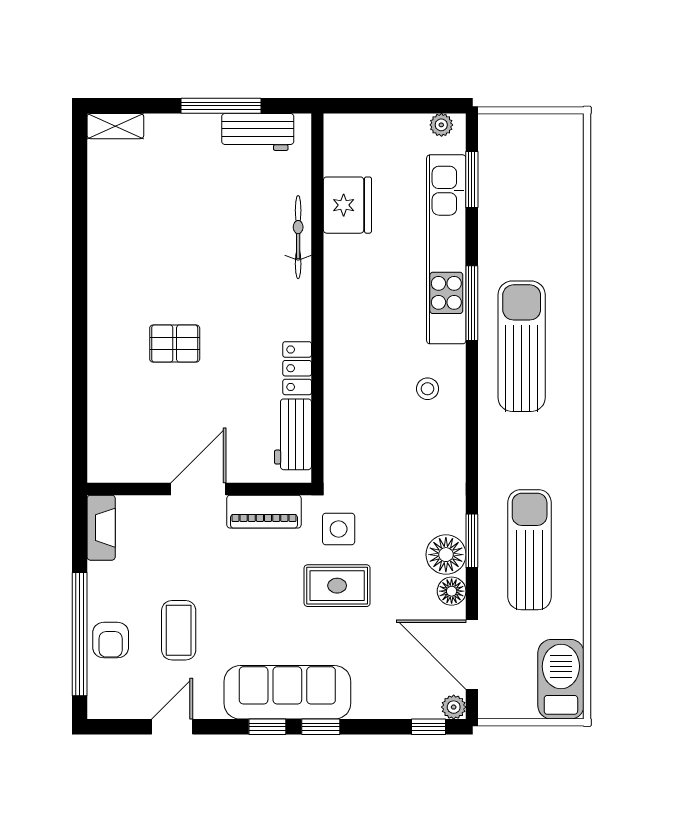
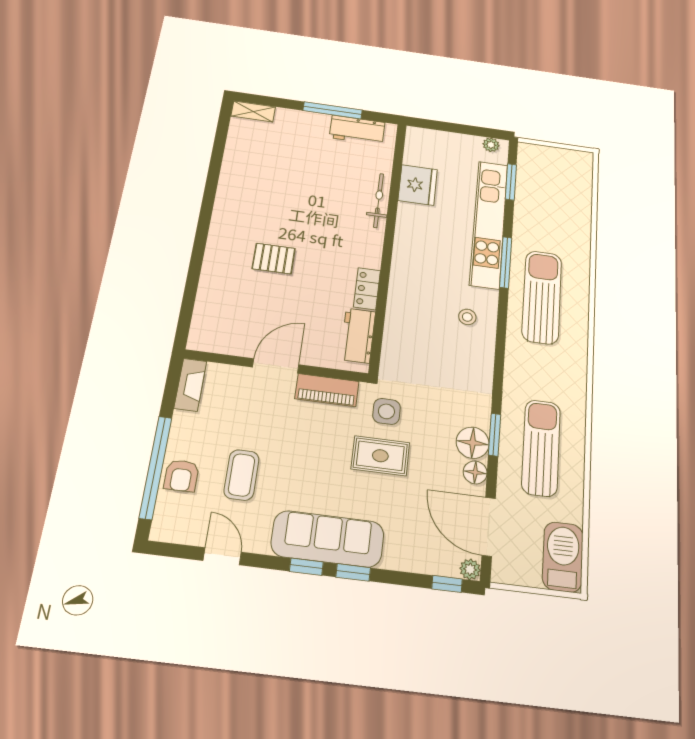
door: (172, 727) -> (222, 556), hinge flipped

